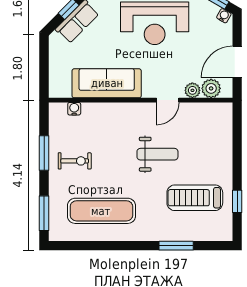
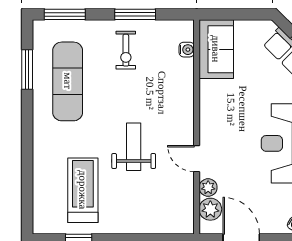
sofa: (107, 83) -> (216, 49), moved, width x0.73
weight bench: (157, 154) -> (134, 147), turned 180
window: (176, 246) -> (27, 70), moved

